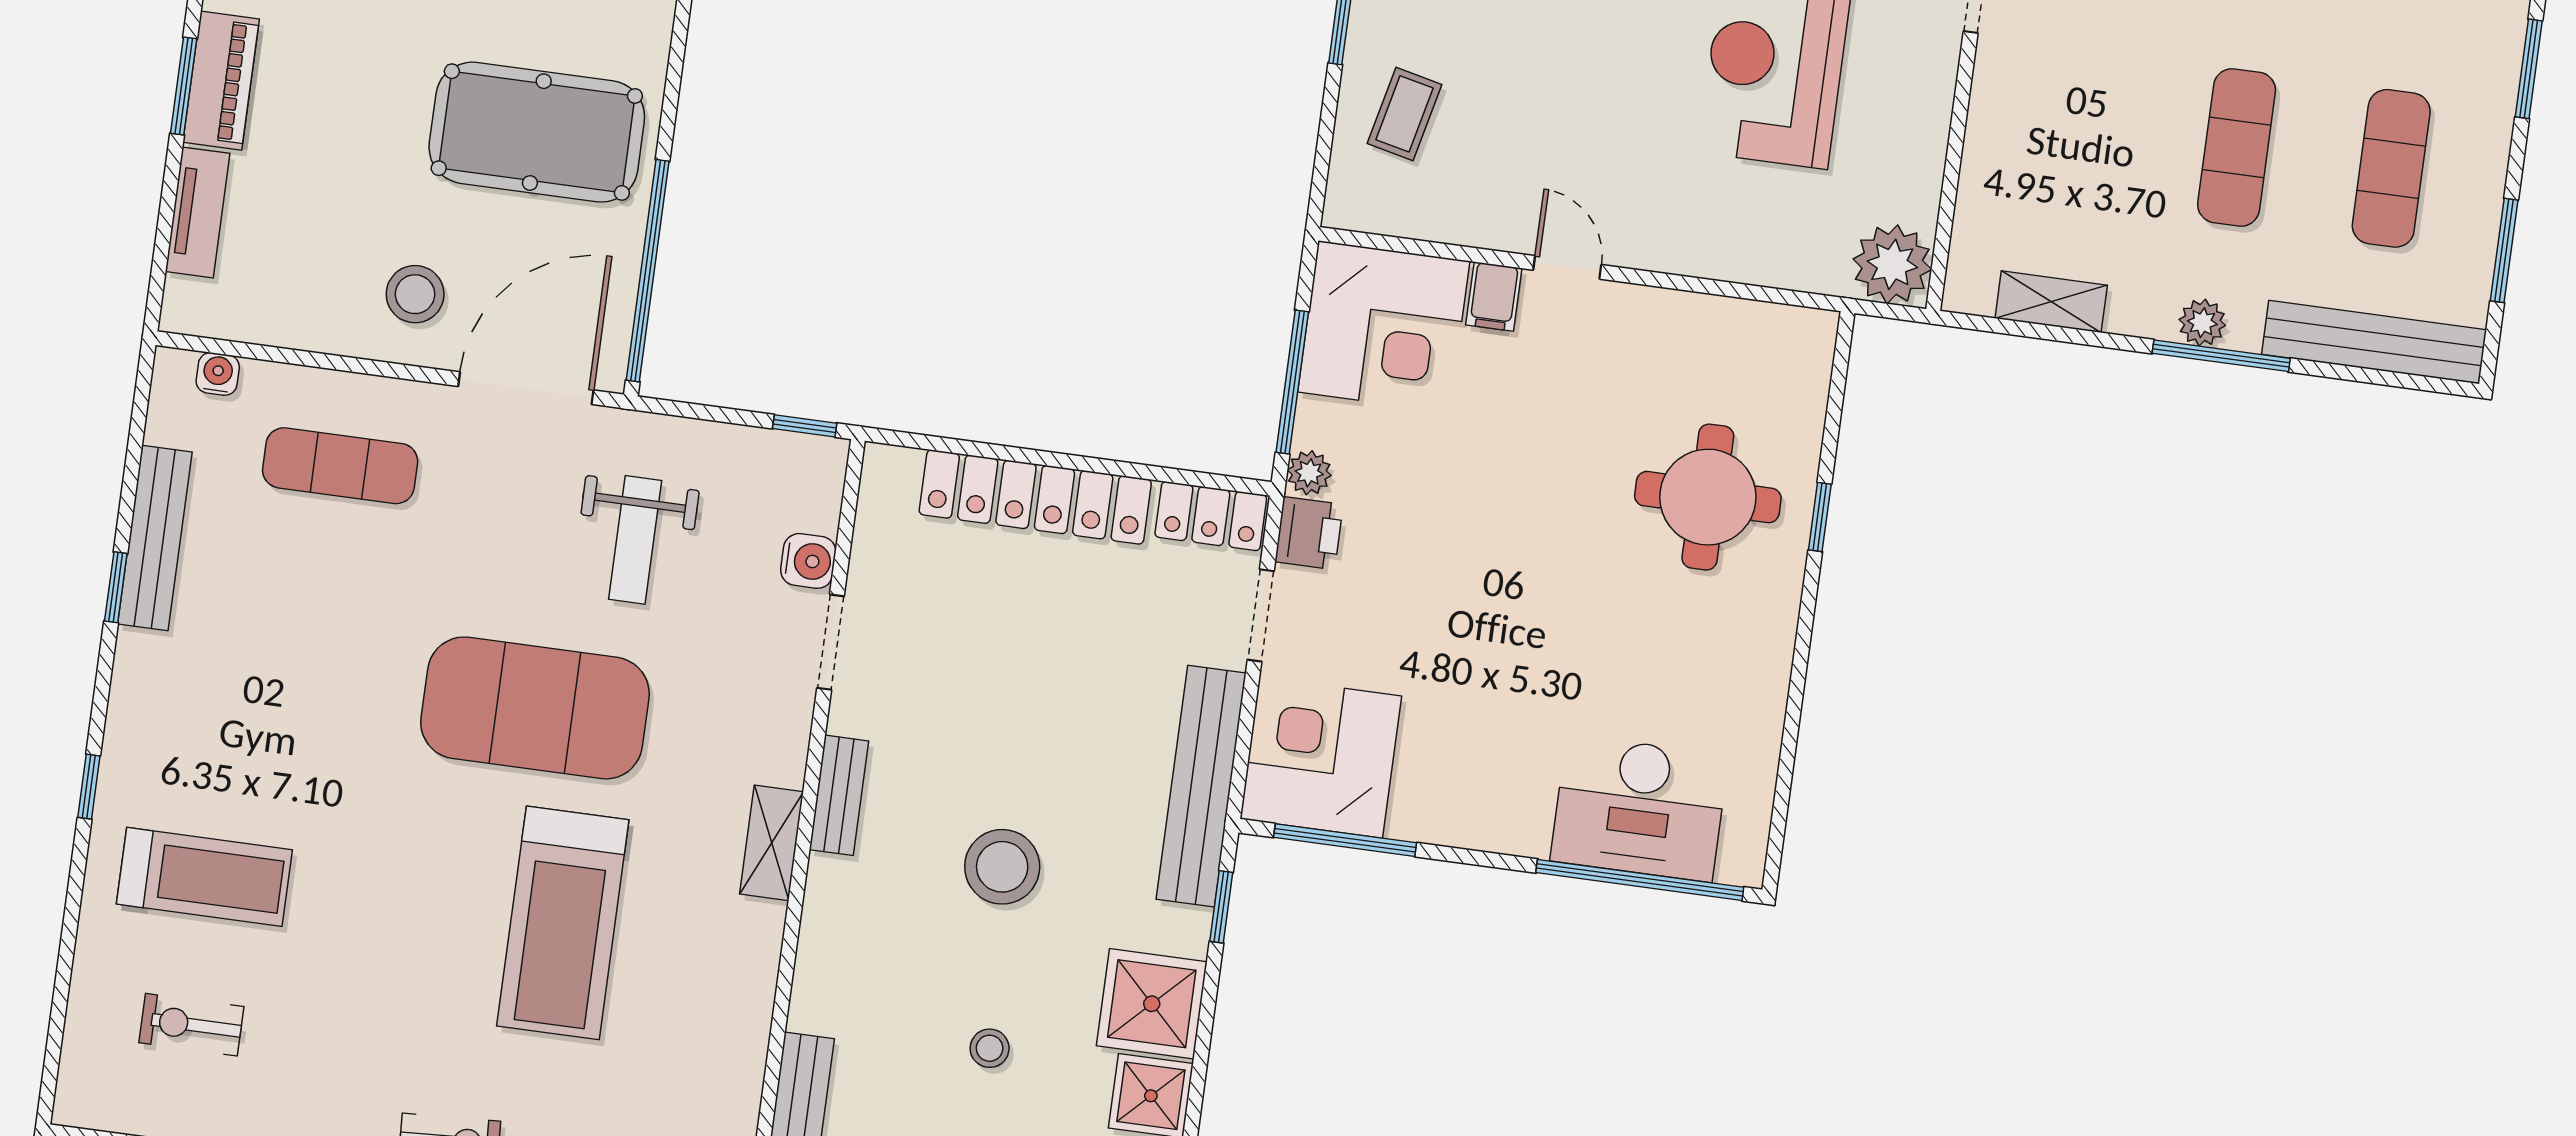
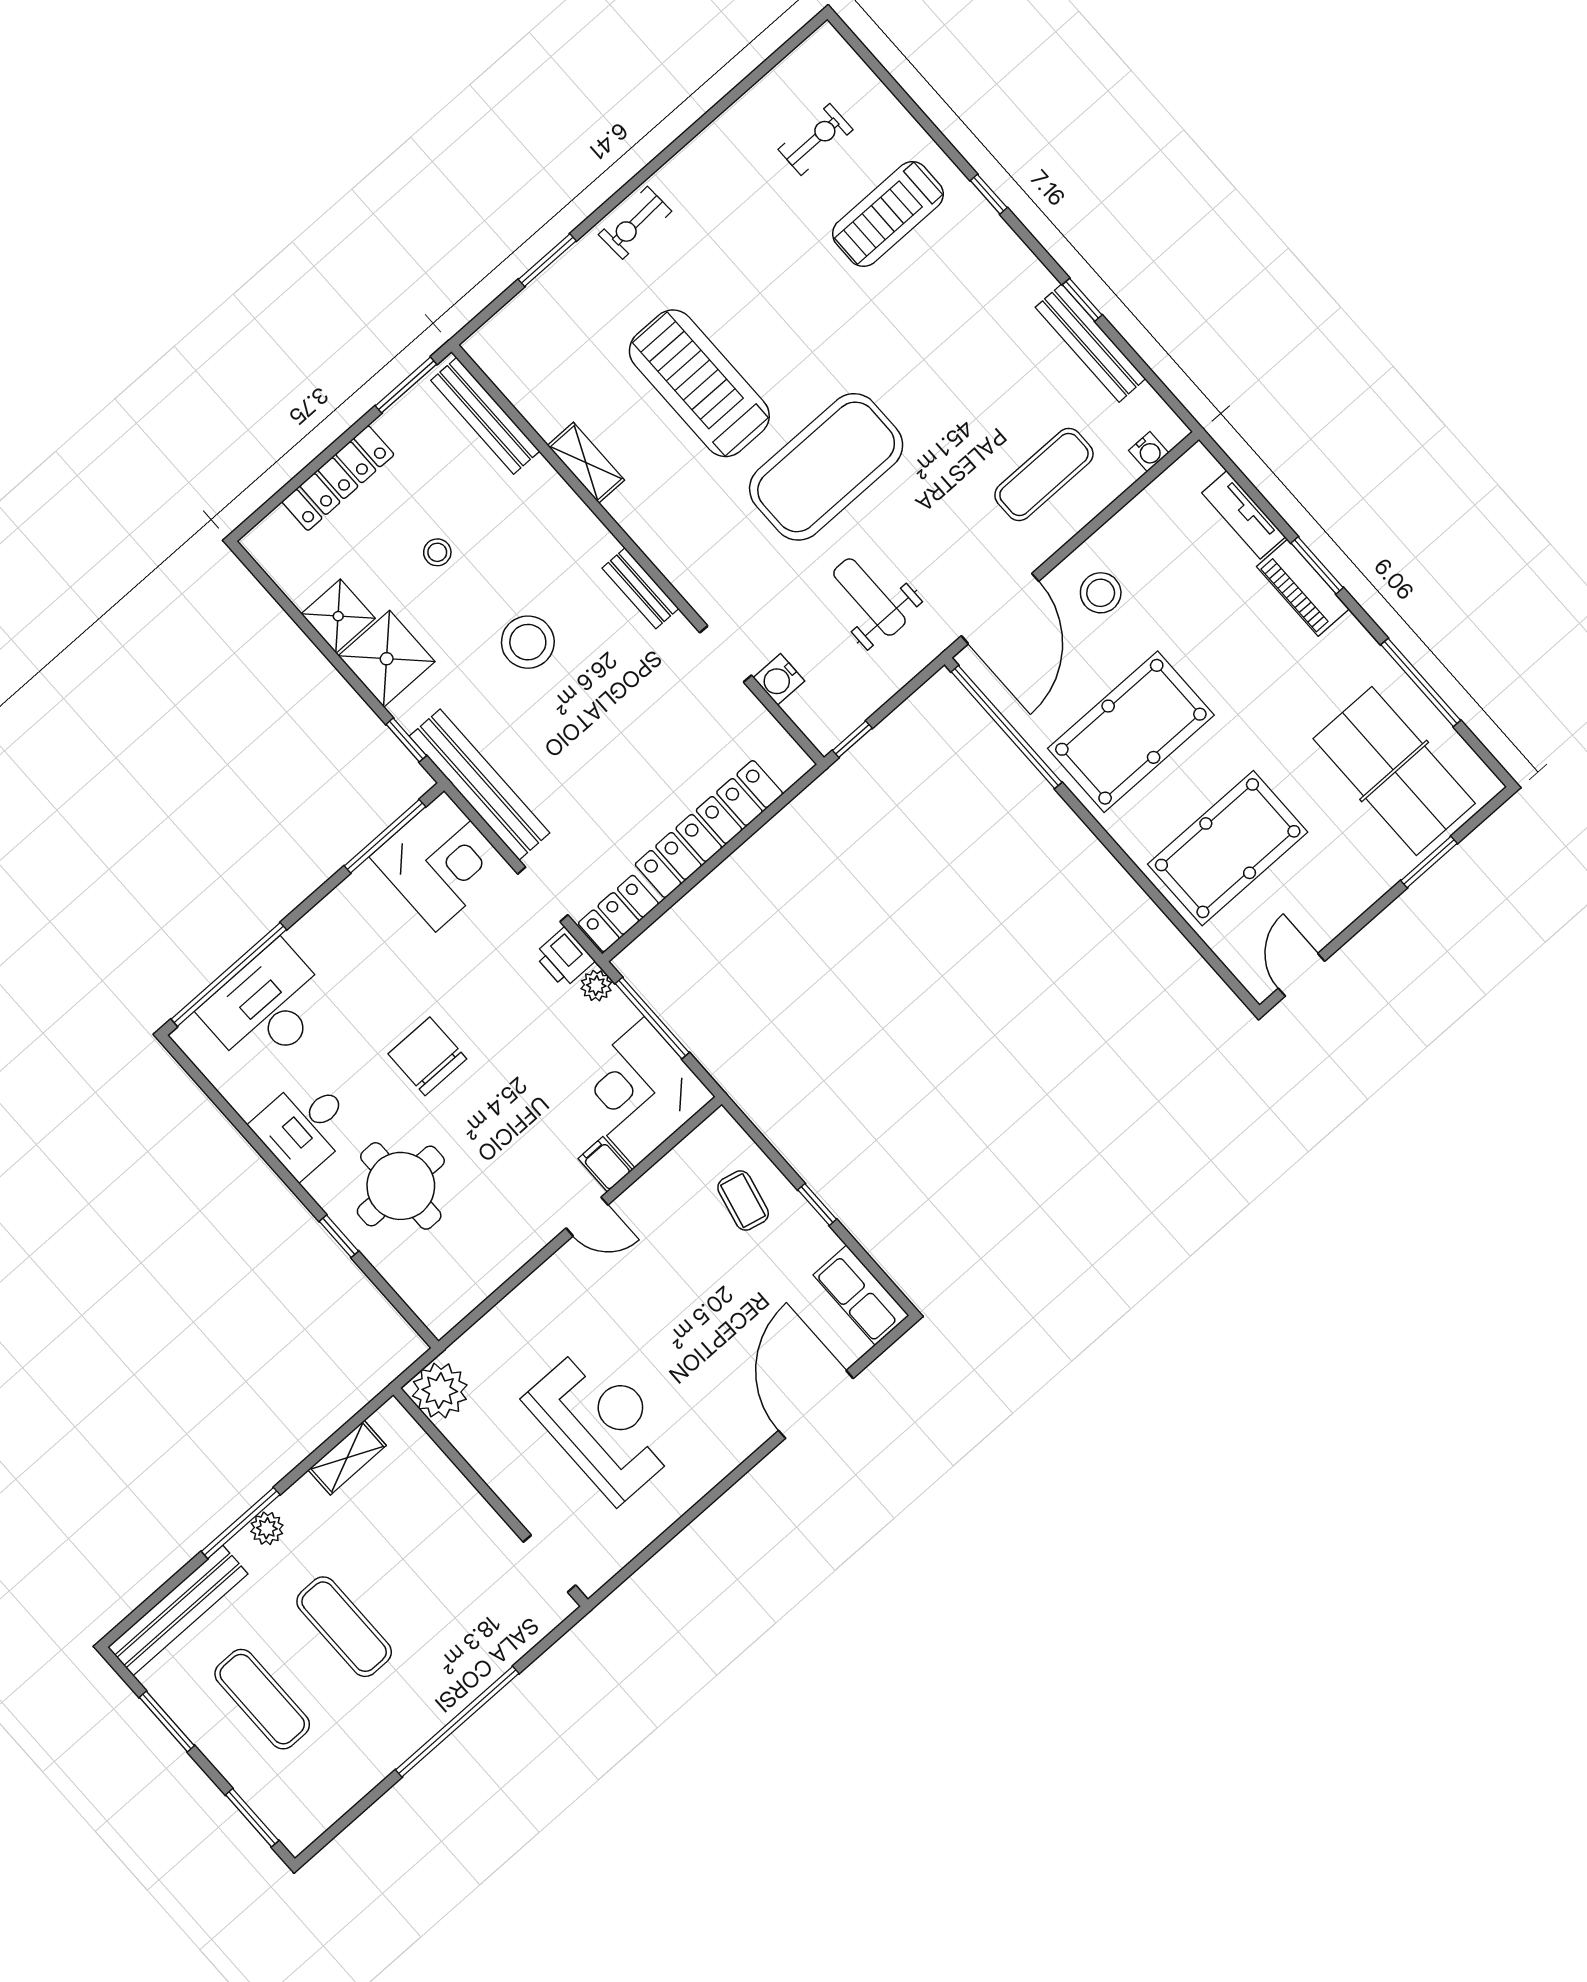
chair: (1543, 589) -> (427, 1056), added
desk: (1733, 657) -> (304, 1126), added
shelving: (772, 843) -> (586, 463), moved

